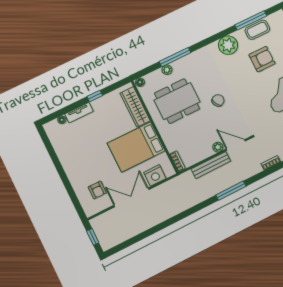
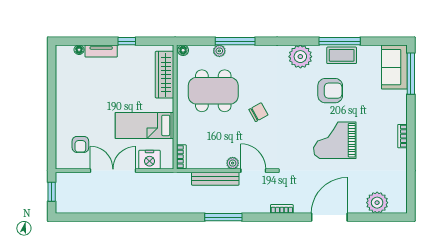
bed: (136, 147) -> (144, 125), width x0.67

